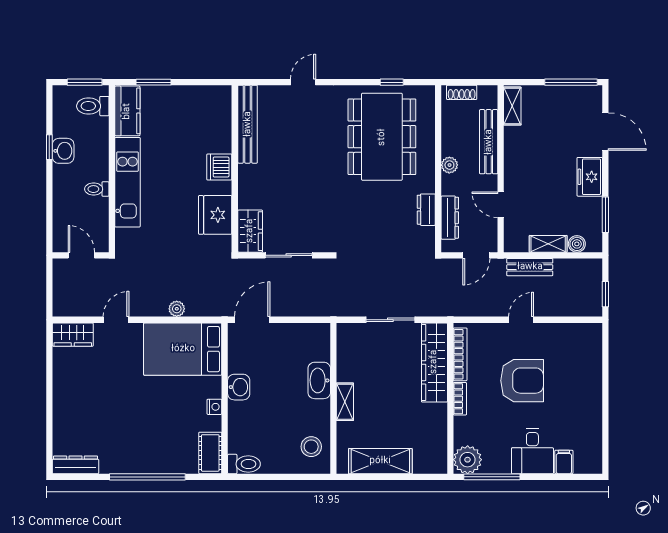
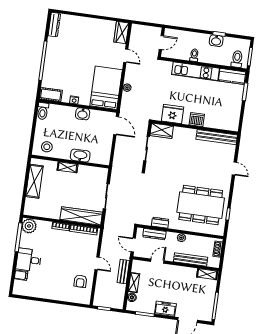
armchair: (522, 381) -> (80, 281), moved, width x0.53, depth x0.53

